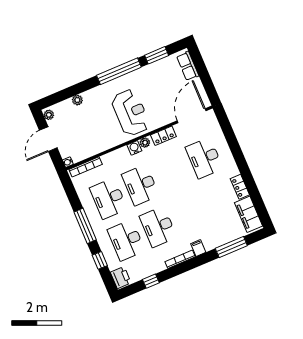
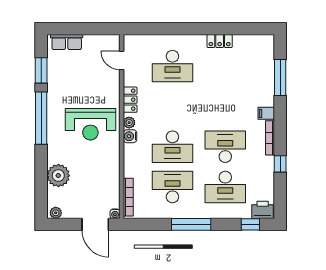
plant: (77, 100) -> (58, 176), width x1.88, depth x1.88
reception desk: (131, 113) -> (90, 124), turned 180
door: (192, 116) -> (122, 60), width x0.53
door: (48, 139) -> (95, 224), moved
desk: (109, 199) -> (172, 187), turned 180
filing cabinet: (249, 214) -> (253, 44), removed
desk: (158, 227) -> (225, 147), turned 180
window: (100, 260) -> (250, 224), moved
window: (151, 281) -> (280, 164), moved

